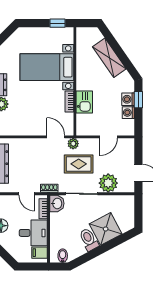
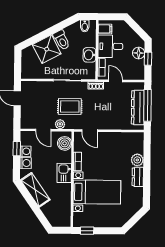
shelving: (109, 58) -> (35, 190), moved
window: (138, 100) -> (17, 149), moved
kitchen sink: (84, 102) -> (64, 173), moved
boiler: (84, 122) -> (65, 143), added
door: (109, 137) -> (43, 130), swing flipped
plant: (73, 144) -> (60, 124), moved
plant: (108, 183) -> (44, 89), removed
washbasin: (57, 203) -> (89, 55), moved

